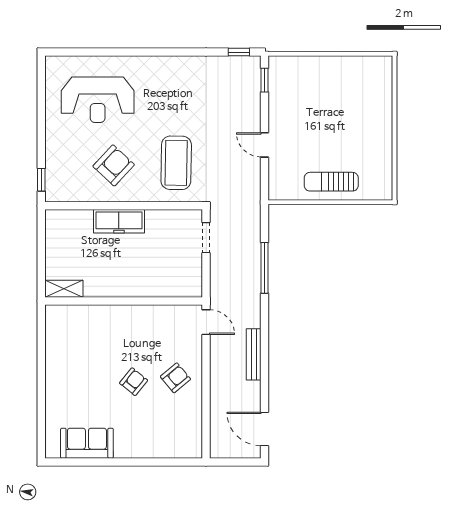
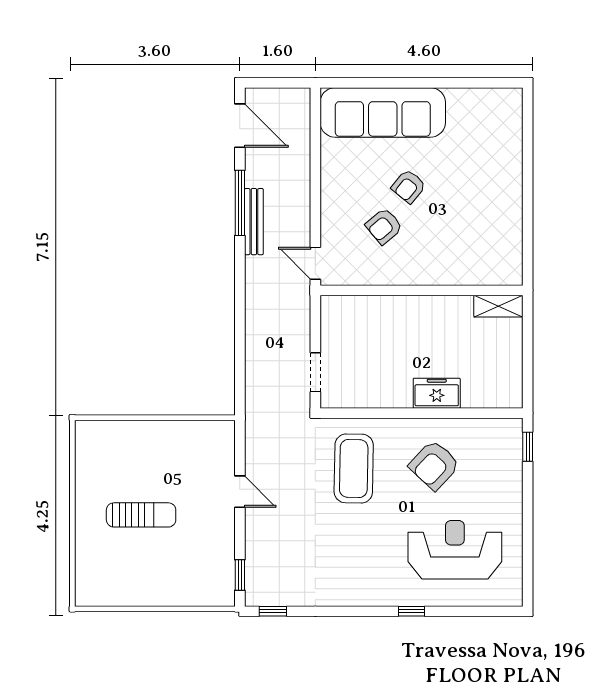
window: (131, 52) -> (411, 611), added
sun lounger: (331, 182) -> (141, 515), moved
freezer: (119, 221) -> (437, 393), width x0.71
window: (264, 268) -> (240, 203), moved
armchair: (175, 378) -> (384, 226), moved
sofa: (87, 443) -> (383, 112), moved, width x1.85, depth x1.27

